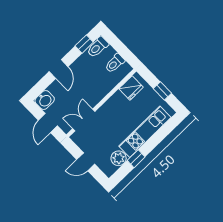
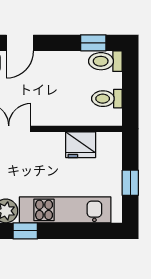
door: (59, 69) -> (20, 43), moved
fridge: (131, 88) -> (81, 145), moved

